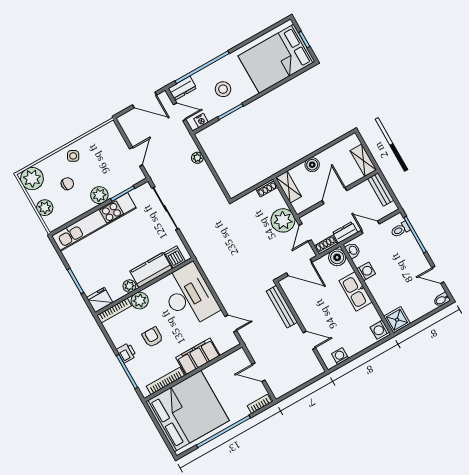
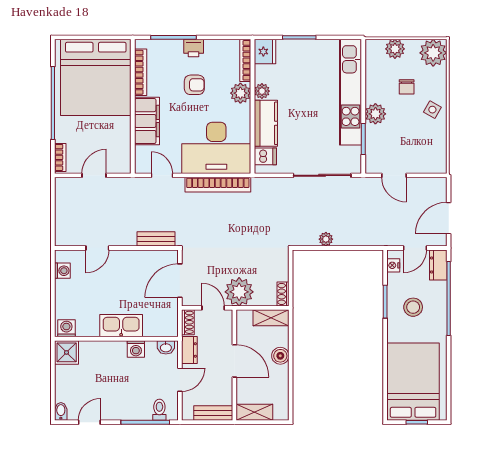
plant: (197, 158) -> (326, 239), moved
boiler: (337, 257) -> (168, 327), removed
bookcase: (215, 280) -> (218, 185), added
bench: (282, 307) -> (156, 239), width x0.73
door: (231, 324) -> (162, 175), swing flipped

